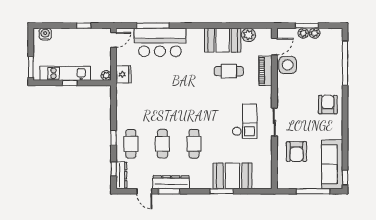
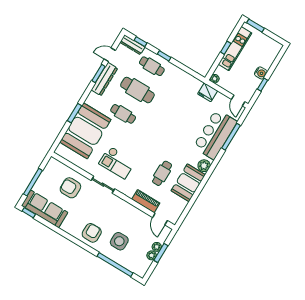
water cooler: (45, 34) -> (261, 73), moved
plant: (248, 35) -> (204, 166), moved
side table: (288, 65) -> (119, 241), moved
armchair: (328, 105) -> (92, 233), turned -90
cafe table: (162, 144) -> (137, 90), width x1.37, depth x1.35
booth: (232, 176) -> (85, 131), width x1.36, depth x1.42

